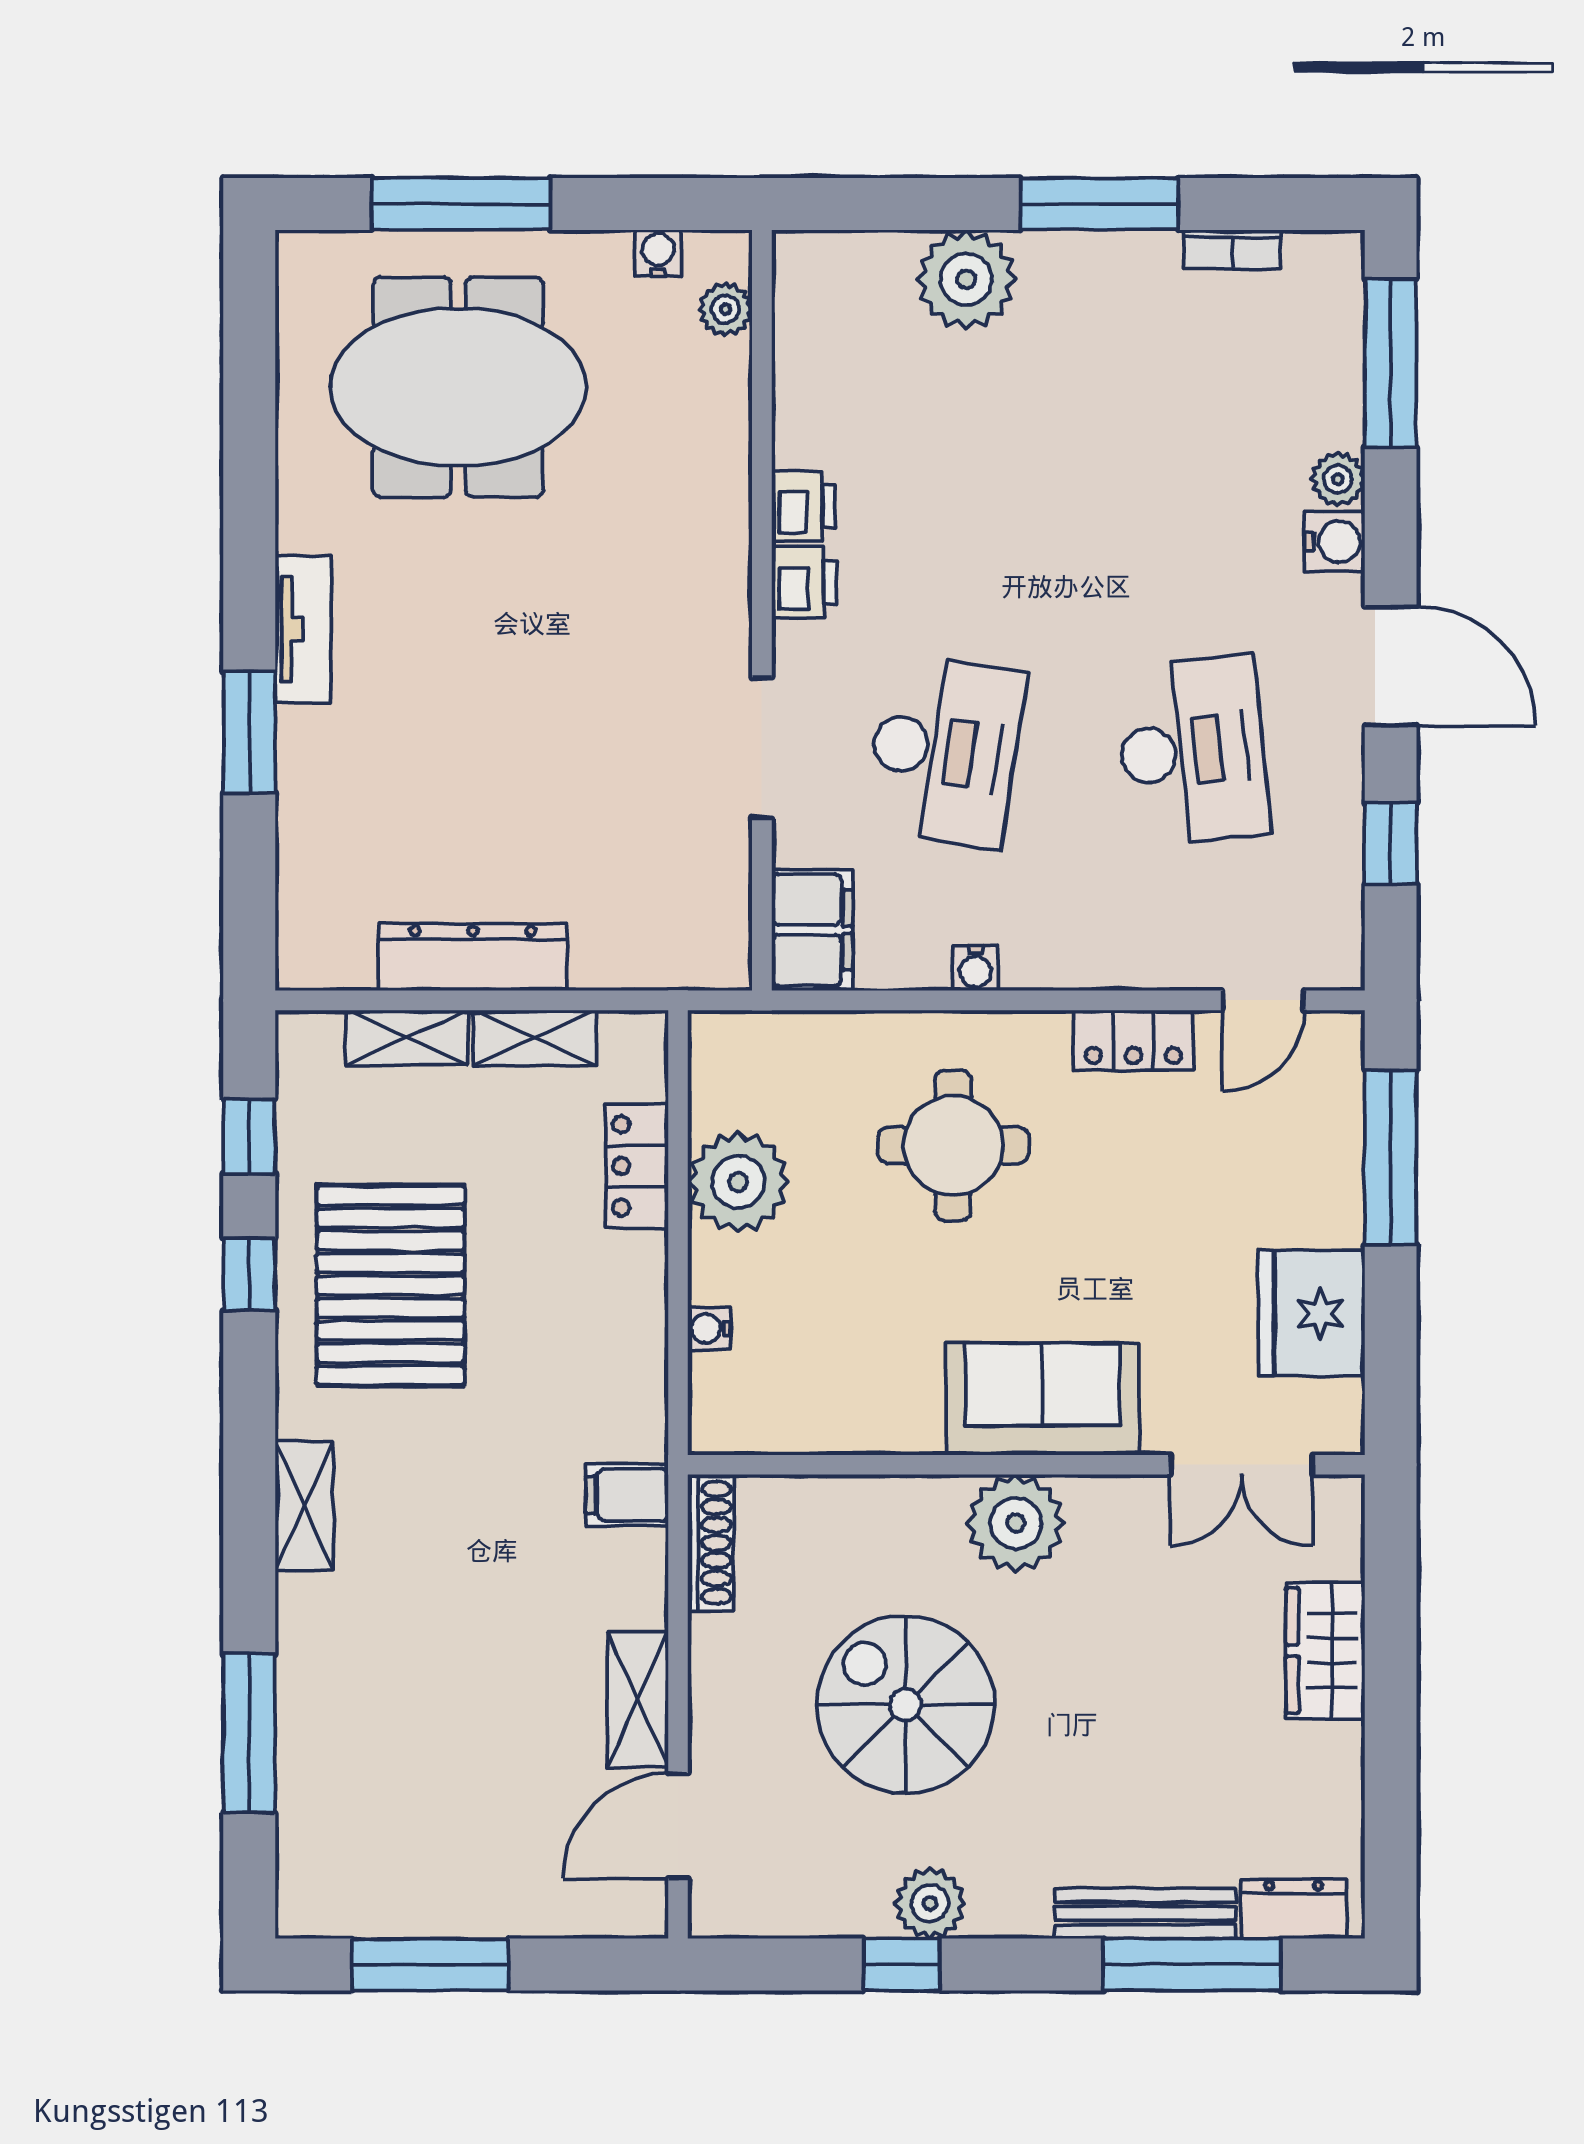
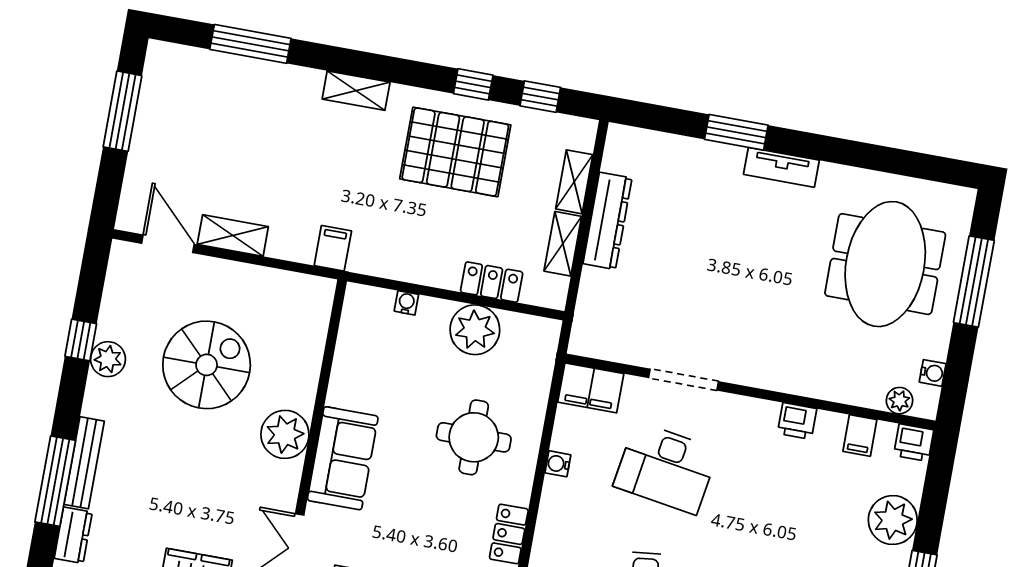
filing cabinet: (809, 376) -> (860, 435), added
printer: (804, 582) -> (914, 443), moved
shoe rack: (711, 1543) -> (302, 285), removed

